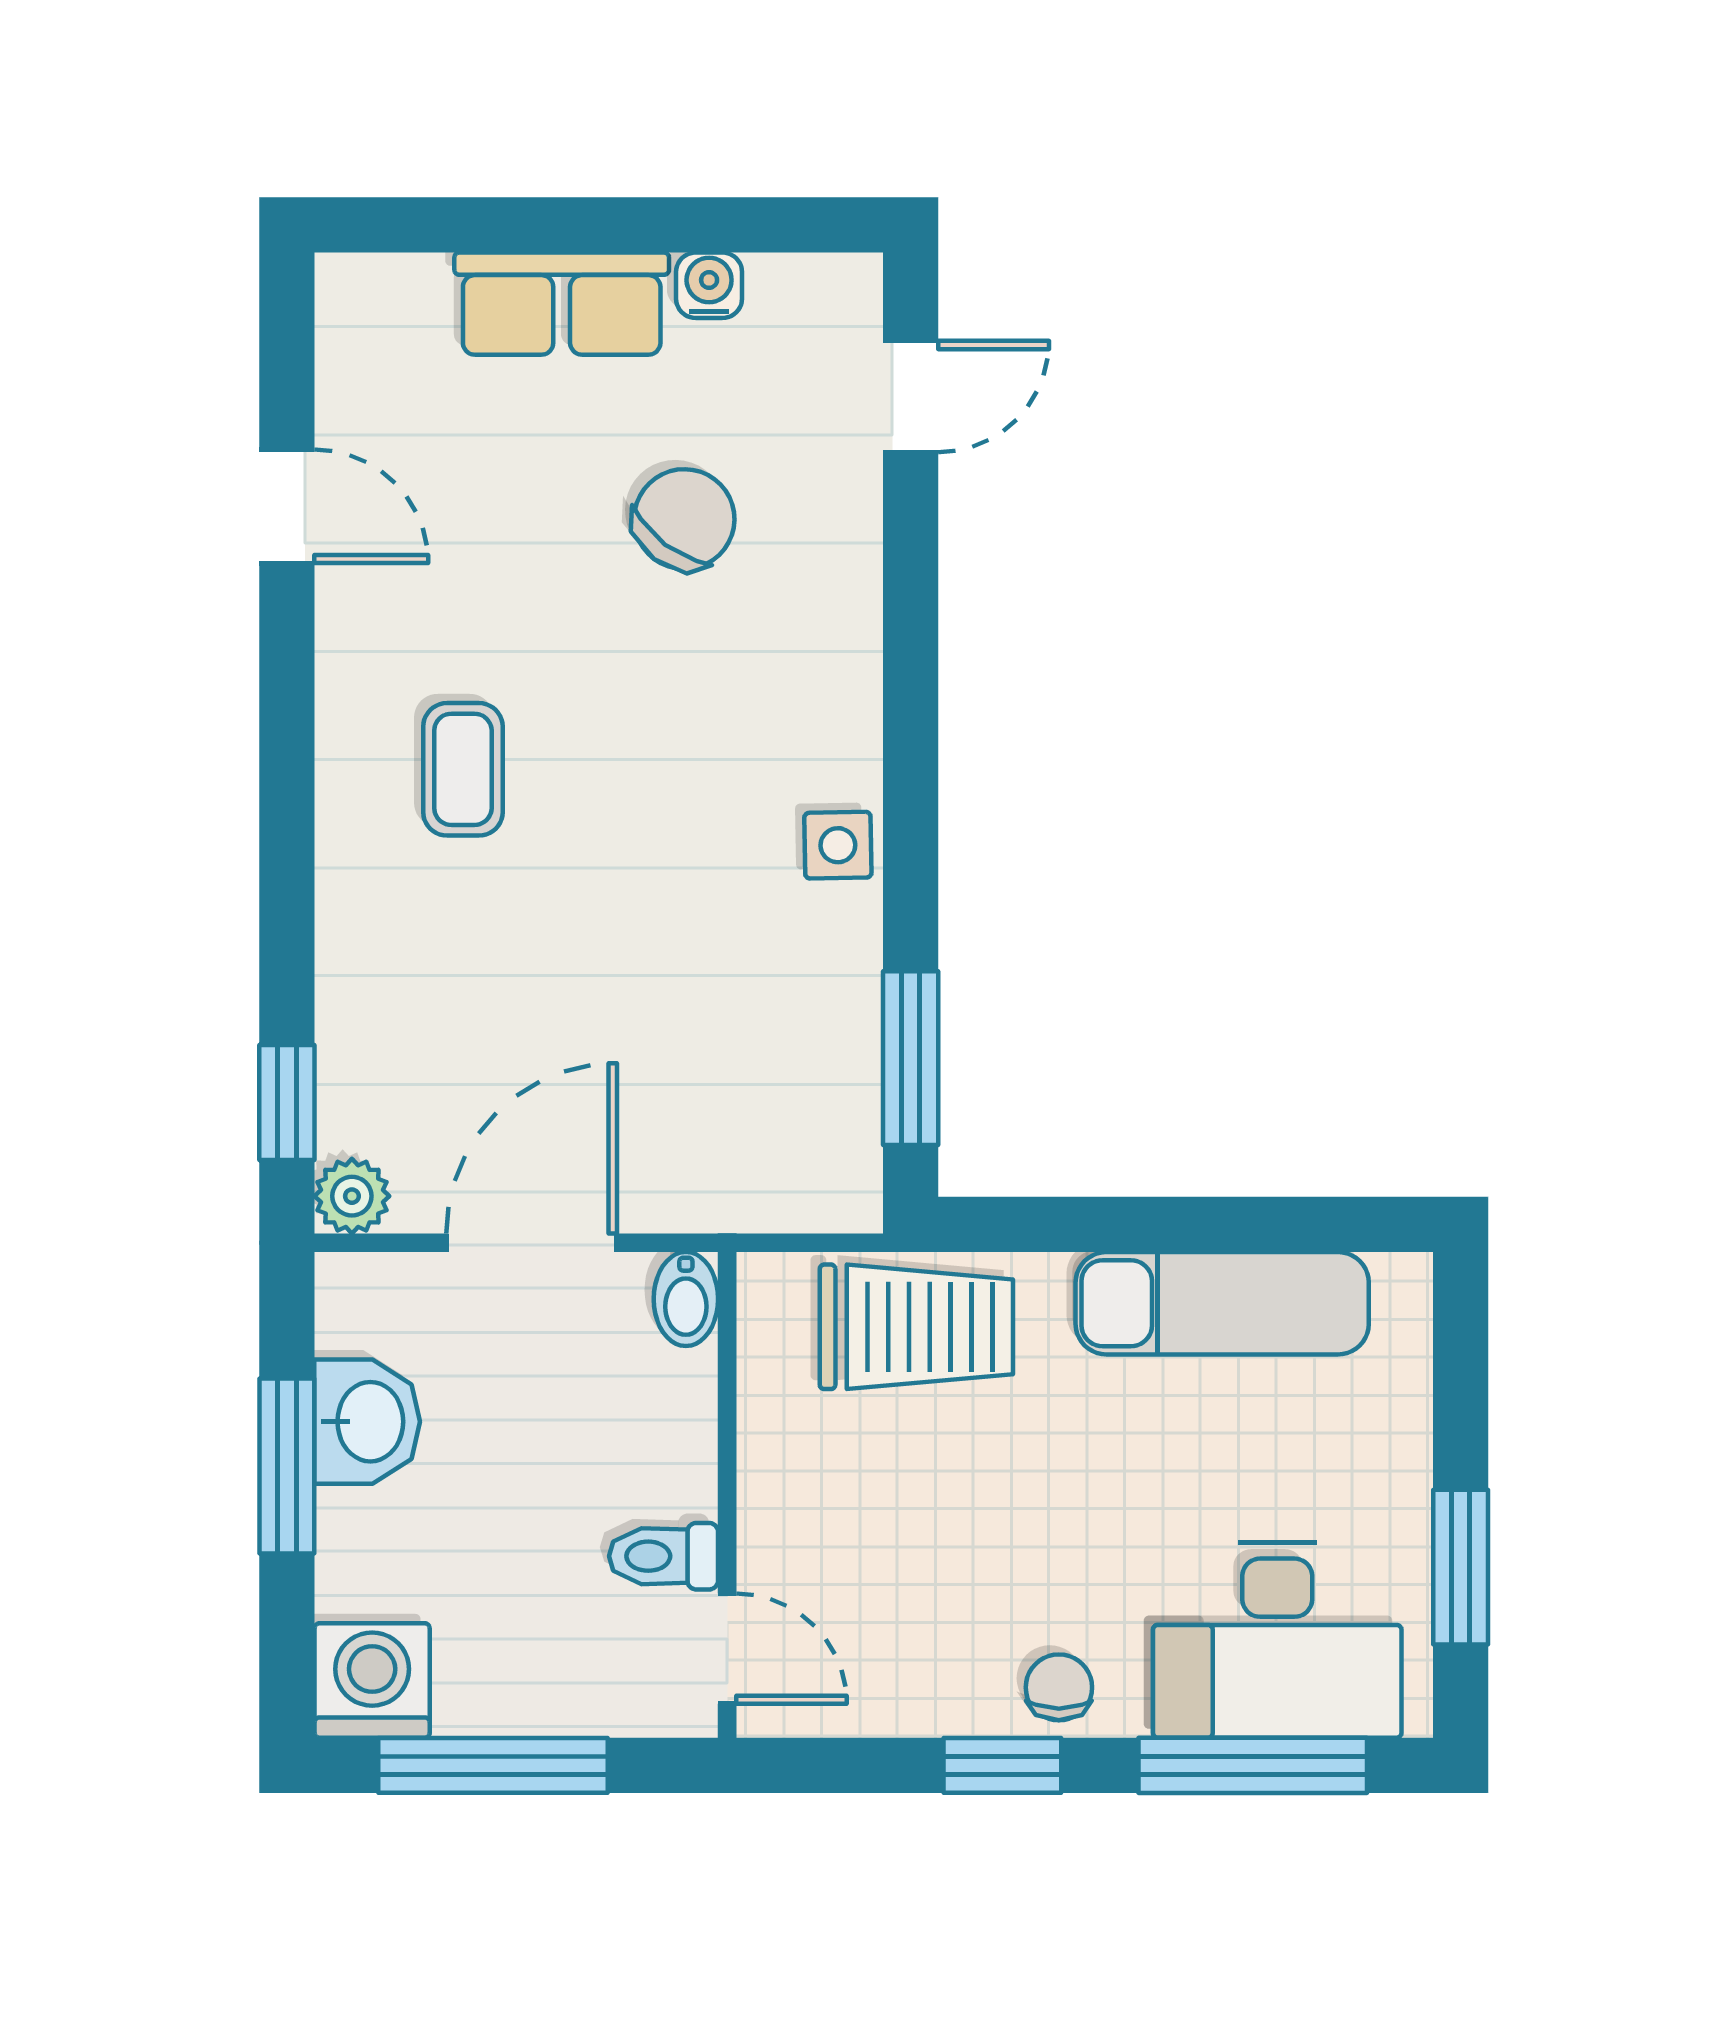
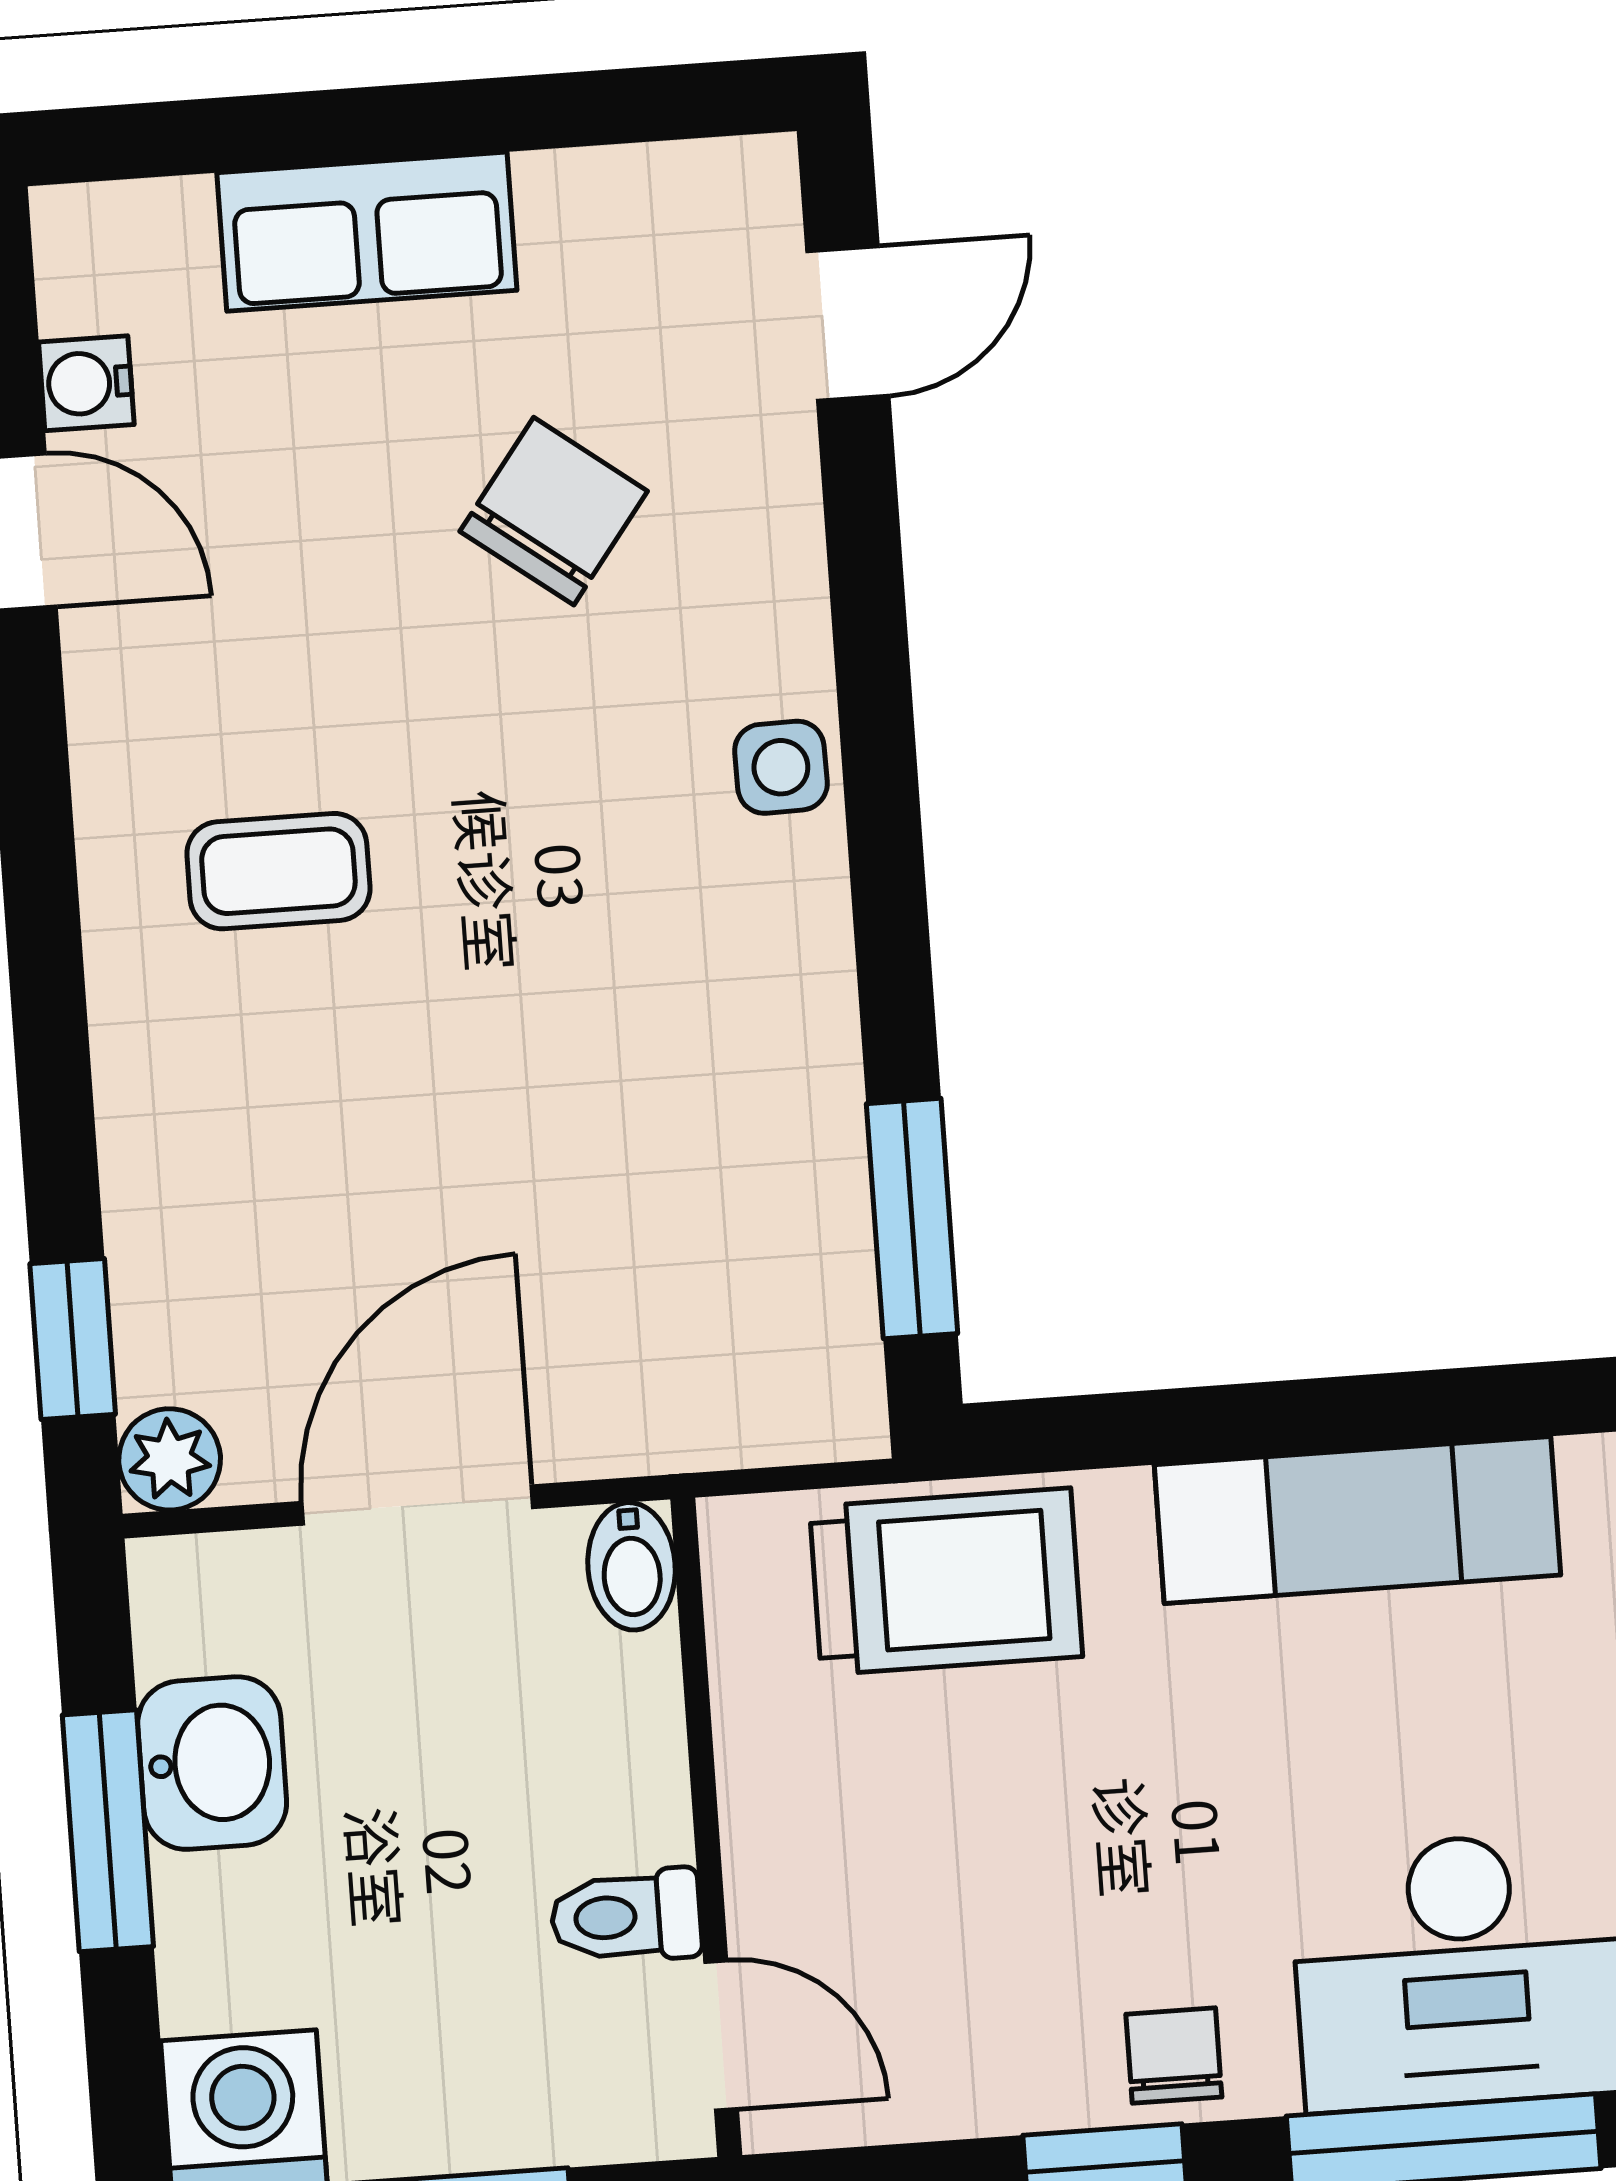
water cooler: (709, 285) -> (86, 383), moved, turned -90
coffee table: (463, 769) -> (278, 871), turned 90
side table: (838, 845) -> (781, 767), moved

